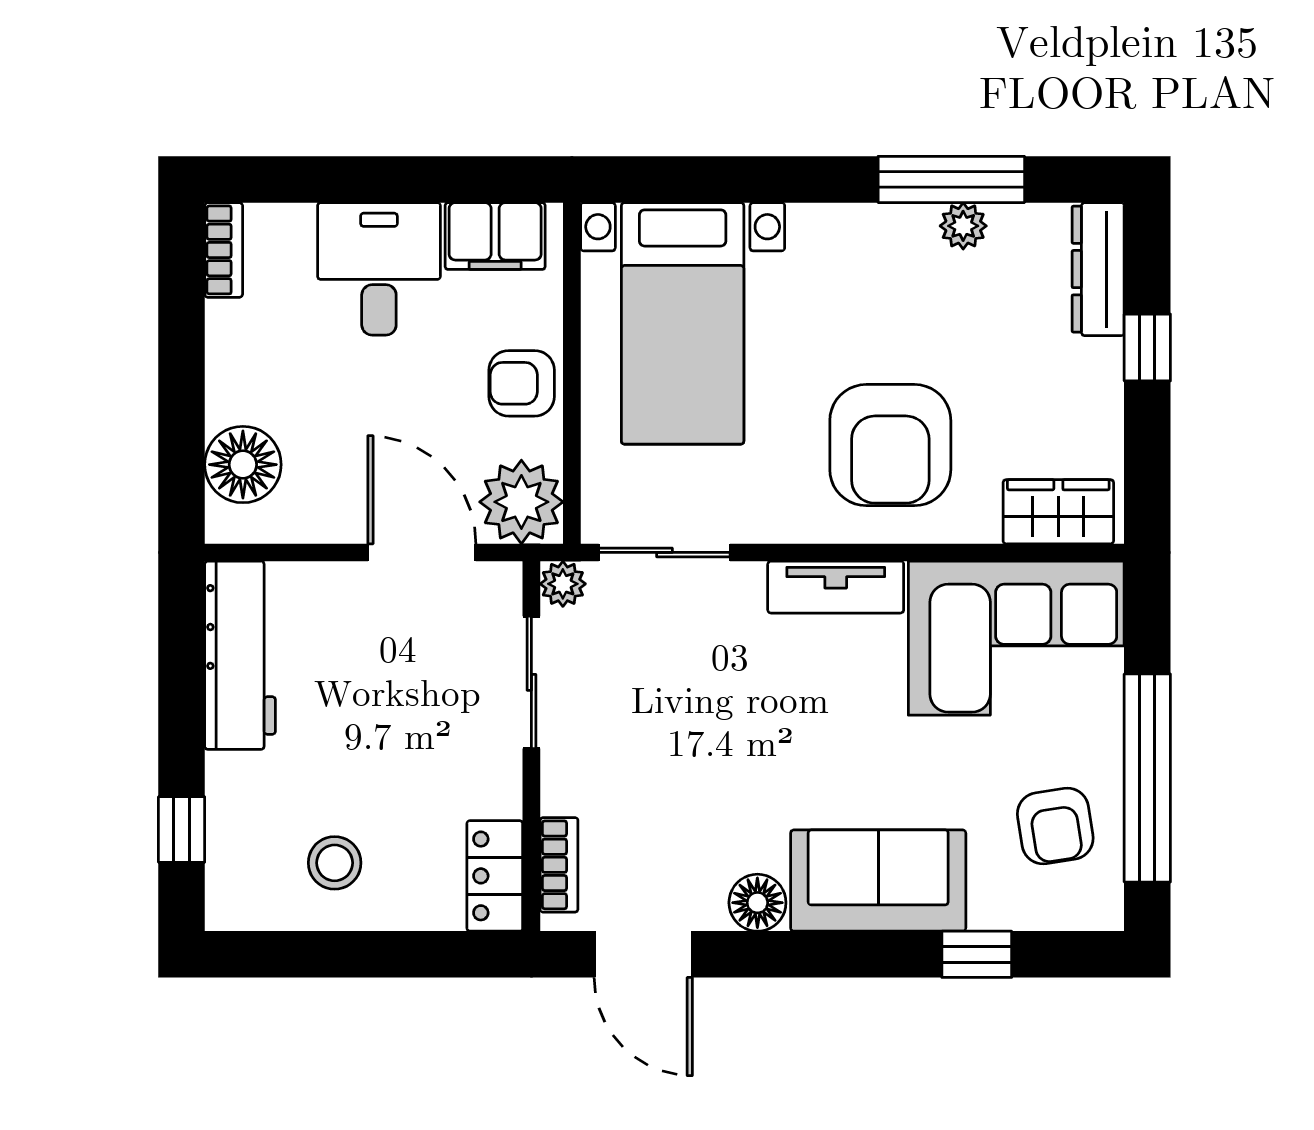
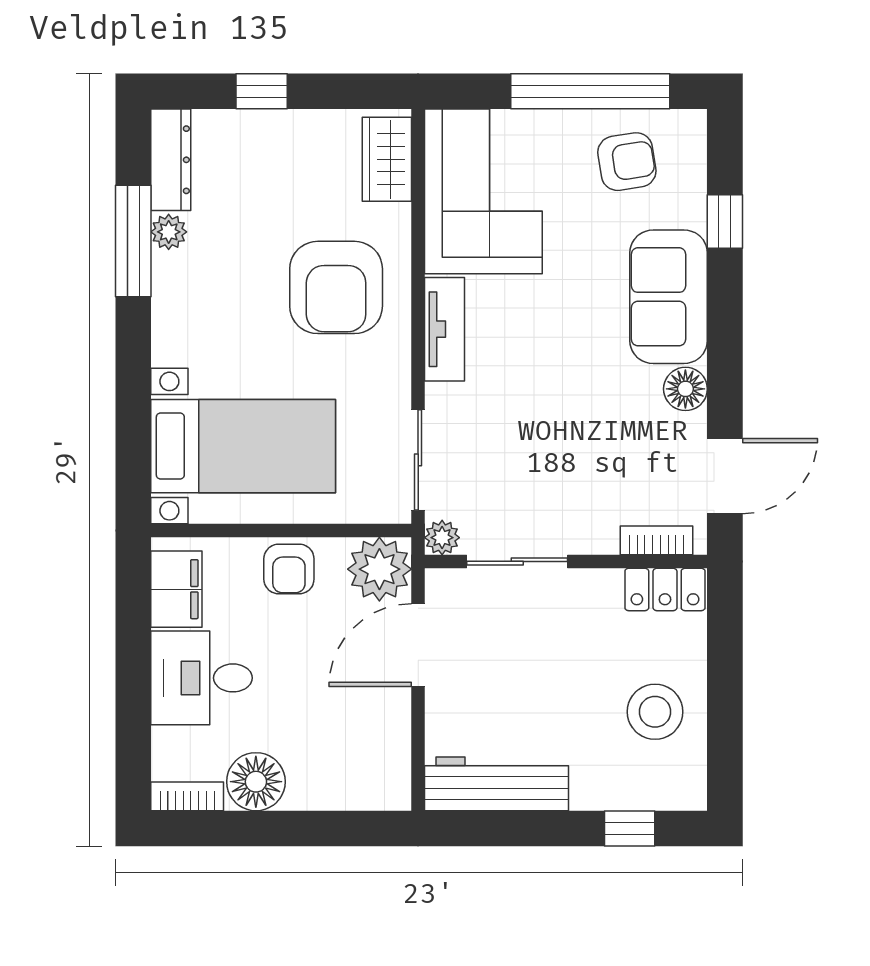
dresser: (1098, 269) -> (171, 160), moved, turned -90
armchair: (890, 445) -> (336, 287), turned 90
floor lamp: (243, 465) -> (256, 782), moved
stool: (335, 863) -> (655, 712), width x1.38, depth x1.38

